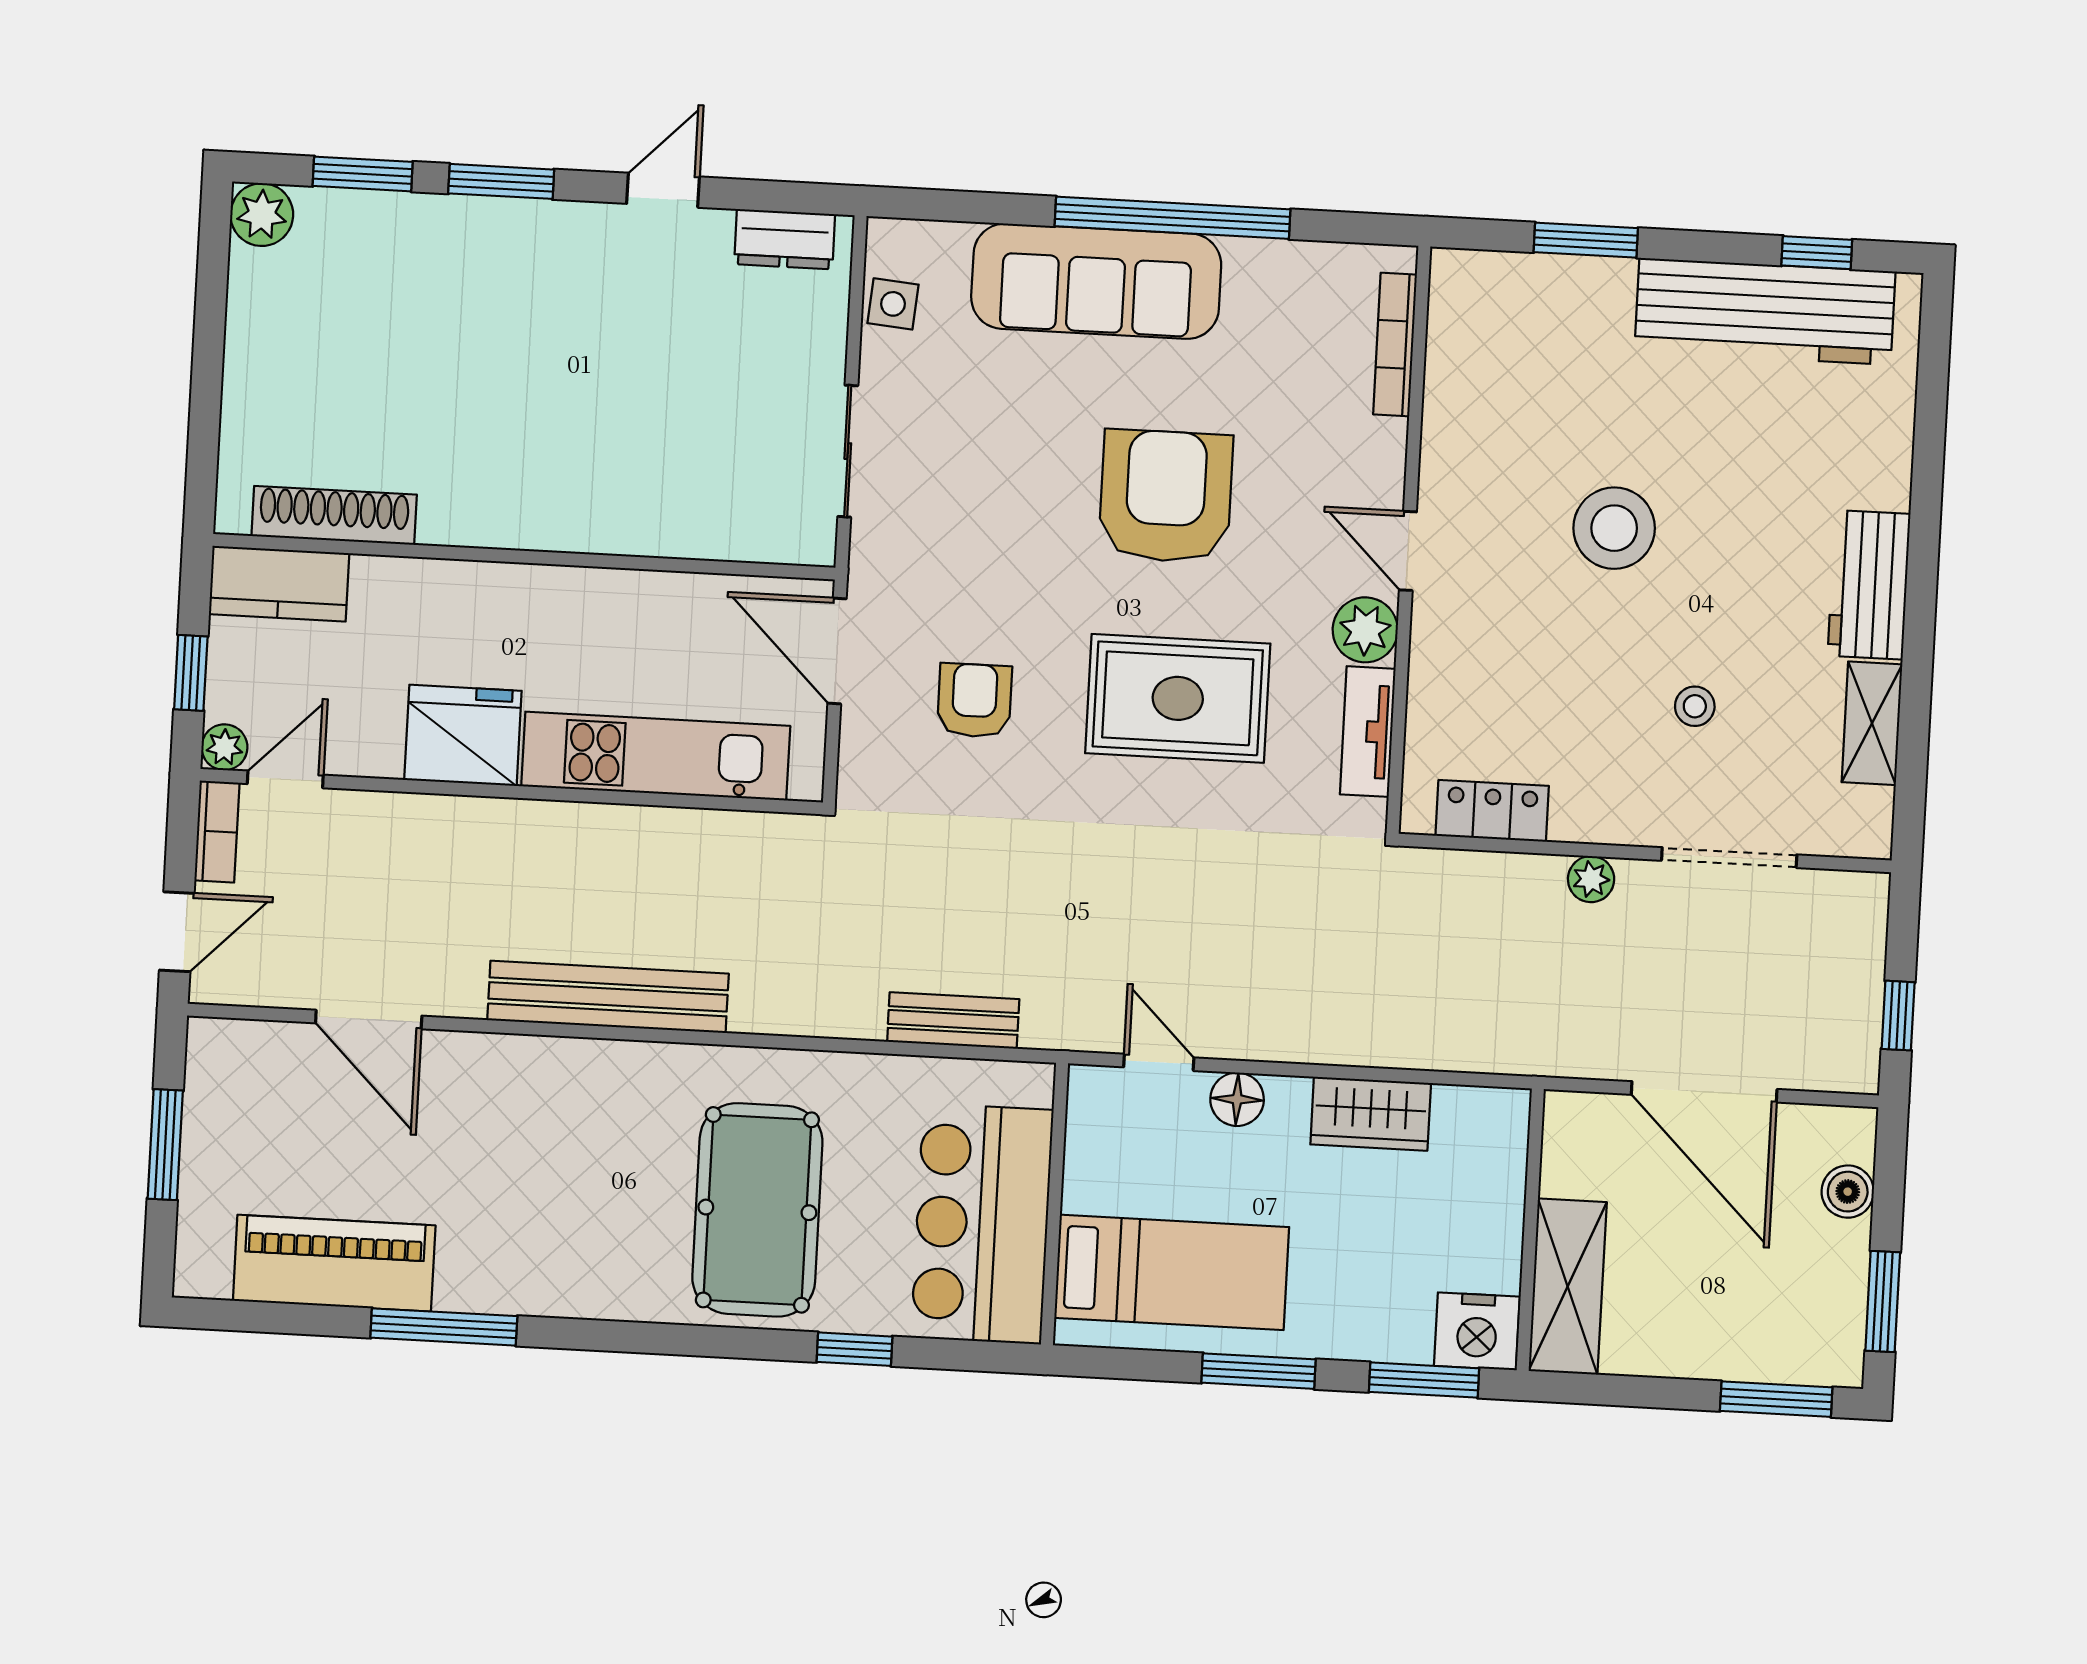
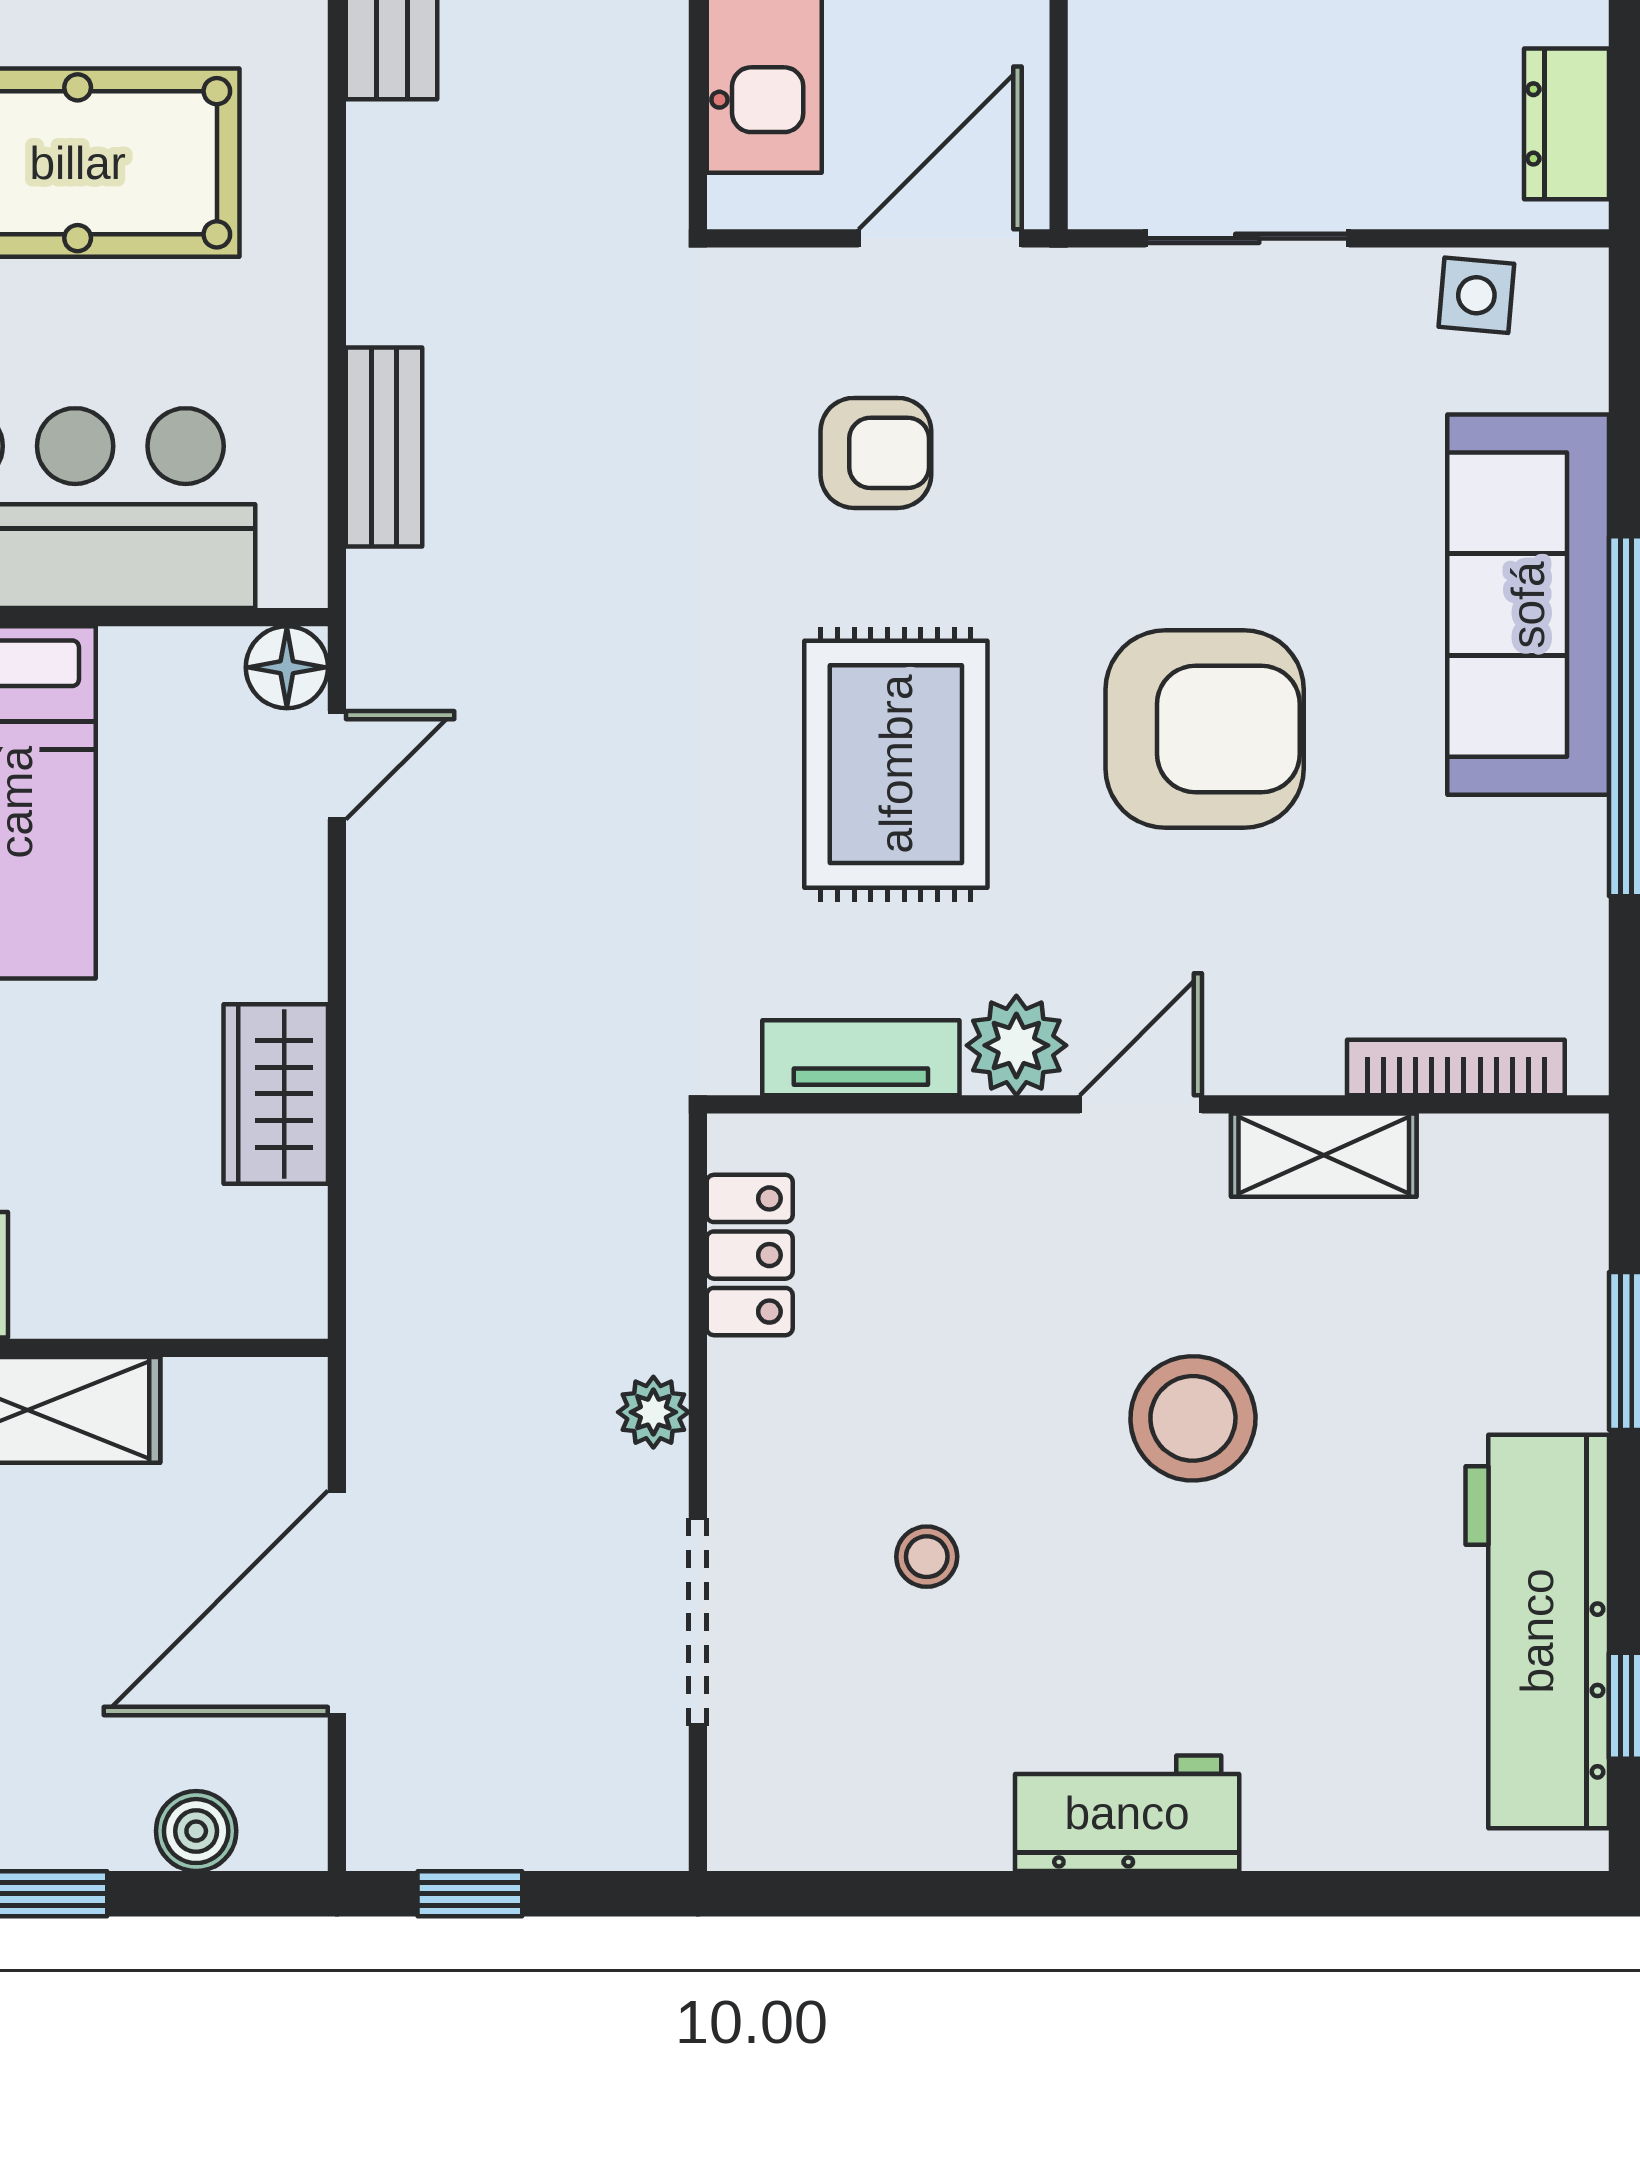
shelving: (1872, 723) -> (1324, 1155), moved
floor lamp: (1237, 1099) -> (287, 667), moved

